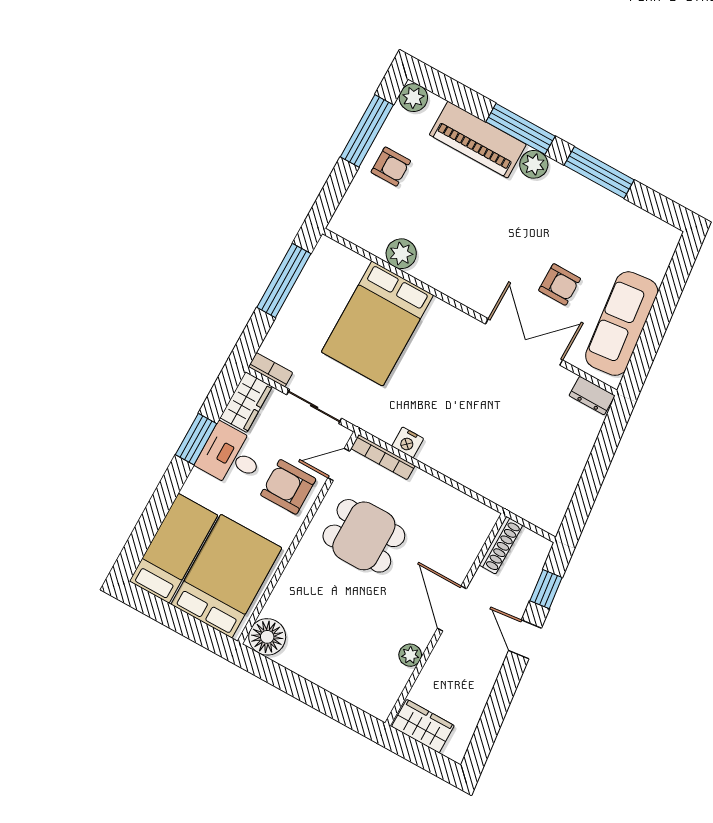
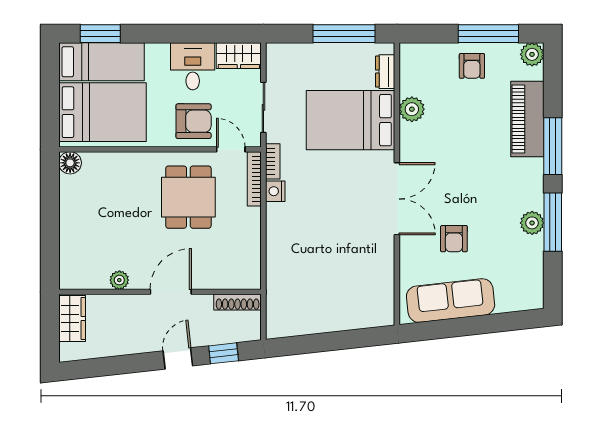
plant: (534, 164) -> (532, 223), moved
double door: (524, 342) -> (397, 199), moved
bookcase: (270, 370) -> (273, 161), moved
dresser: (592, 396) -> (385, 72), moved
window: (196, 439) -> (100, 34), moved
armchair: (288, 487) -> (194, 121), turned 90
floor lamp: (267, 637) -> (70, 163), width x0.73, depth x0.73

